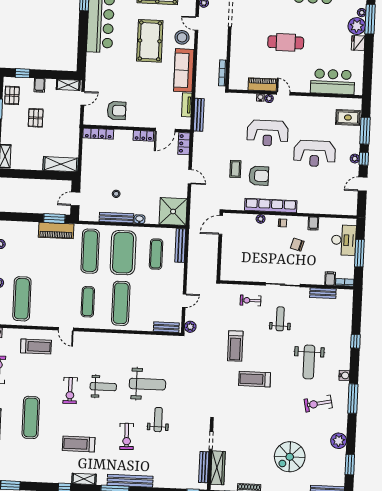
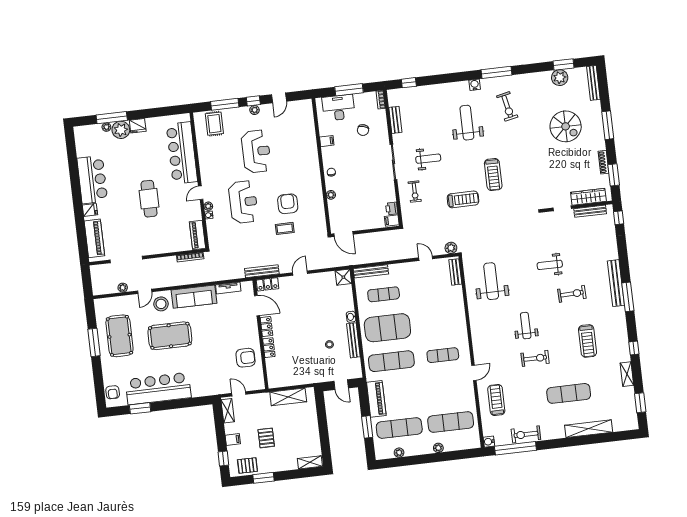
bar counter: (333, 82) -> (182, 153), width x1.36
piano: (262, 84) -> (197, 235), moved
armchair: (117, 111) -> (246, 358), turned 90
bench: (199, 115) -> (262, 271), moved
pallet: (36, 118) -> (266, 438), turned 90
locker: (98, 134) -> (269, 348), moved, width x0.66
shelving: (61, 164) -> (288, 397), moved, turned 90
door: (363, 184) -> (279, 98), hinge flipped
row of seats: (271, 206) -> (316, 187), removed
shower: (173, 212) -> (343, 277), width x0.54, depth x0.54
window: (54, 218) -> (367, 427), moved
chair: (297, 245) -> (363, 130), moved
printer: (238, 276) -> (392, 208), added
filing cabinet: (330, 279) -> (392, 221), moved
exercise mat: (121, 303) -> (399, 428), moved
weight bench: (280, 319) -> (428, 159), turned 180
window: (355, 341) -> (409, 83), moved
weight bench: (309, 362) -> (467, 123), turned -90
weight bench: (147, 384) -> (491, 281), moved
plant: (339, 441) -> (560, 78), moved
shelving: (84, 479) -> (627, 374), moved

